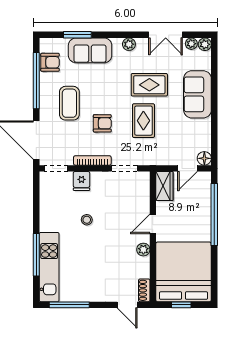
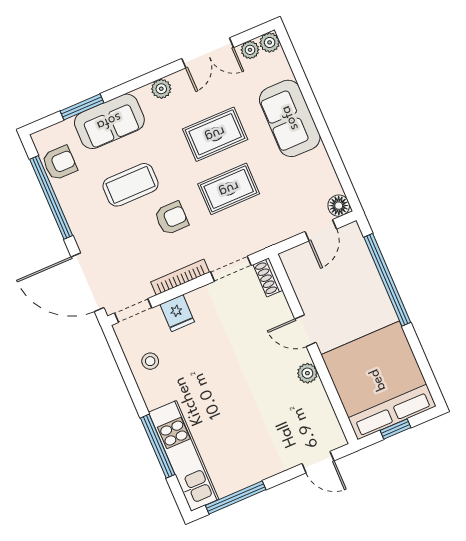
coffee table: (69, 103) -> (131, 185), moved, turned 90
rug: (143, 121) -> (229, 189), turned 90
wardrobe: (164, 186) -> (299, 270), removed
stool: (87, 220) -> (150, 361), moved
door: (153, 224) -> (305, 331), hinge flipped
shoe rack: (144, 290) -> (268, 277), moved

